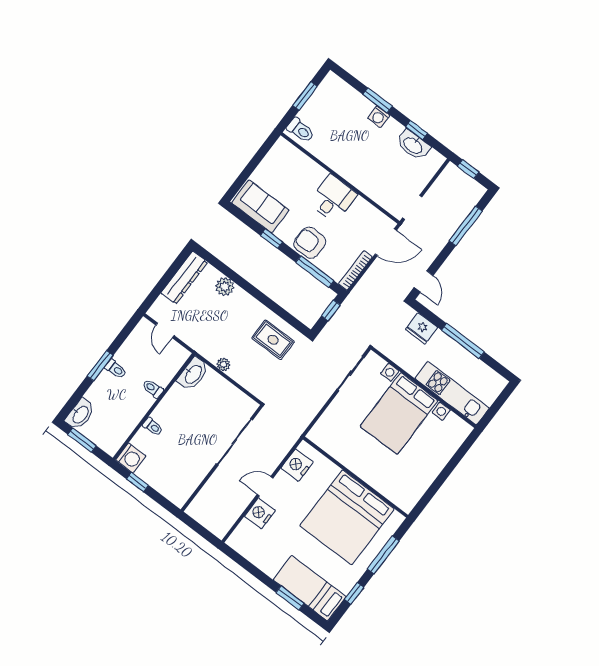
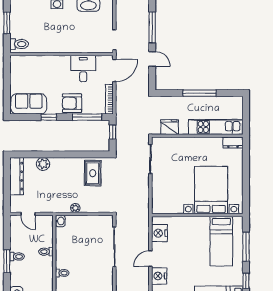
desk: (333, 199) -> (83, 69), moved
door: (424, 281) -> (152, 59), moved
fridge: (422, 328) -> (170, 127), moved, turned 180
rug: (273, 340) -> (93, 173), turned 90
washbasin: (193, 374) -> (60, 221), width x0.52, depth x0.69
bed with nightstands: (399, 413) -> (211, 190), moved, turned 180
dresser: (458, 426) -> (233, 143), added
bed: (347, 517) -> (221, 241), width x0.49

